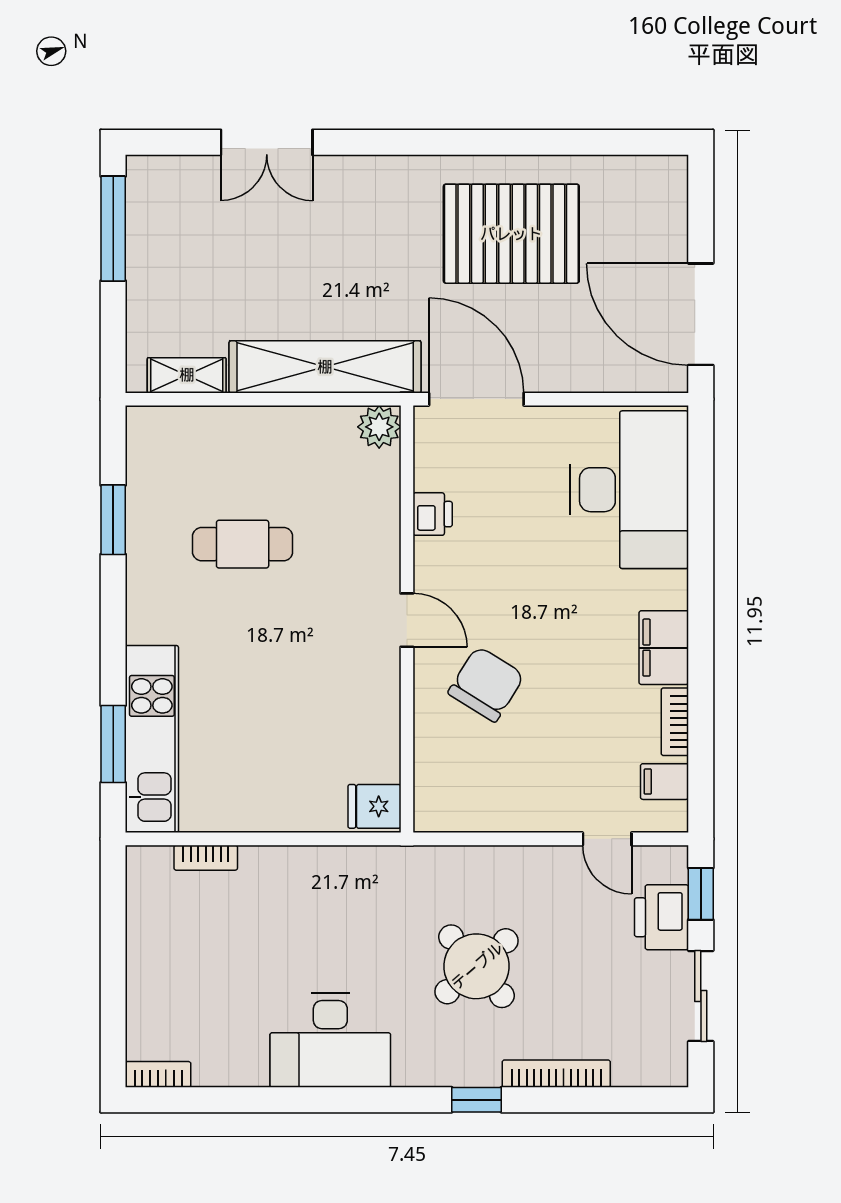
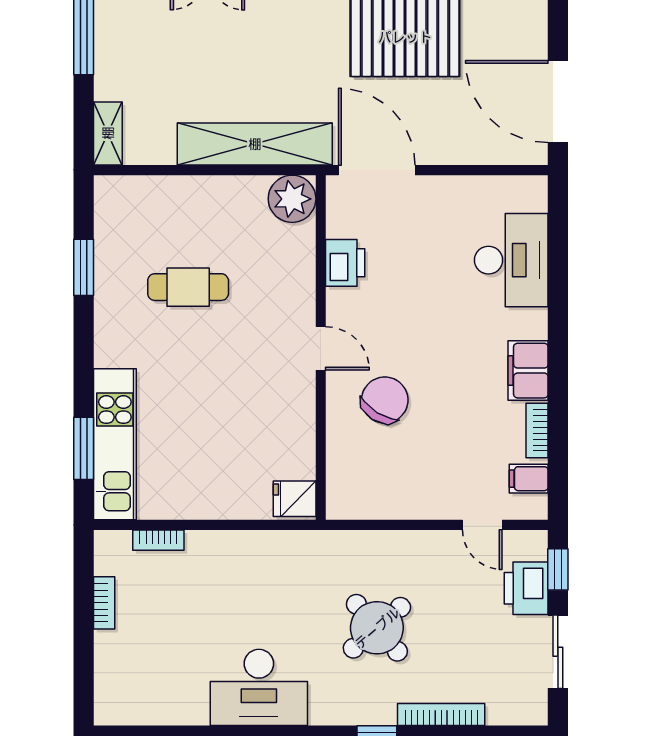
shelving: (187, 375) -> (108, 133), moved, turned 90
plant: (379, 427) -> (292, 199), width x1.36, depth x1.36
desk: (629, 490) -> (511, 260), width x0.73, depth x0.77
printer: (433, 514) -> (345, 263), width x1.36, depth x1.24
bookcase: (158, 1074) -> (104, 603), moved, turned 90

